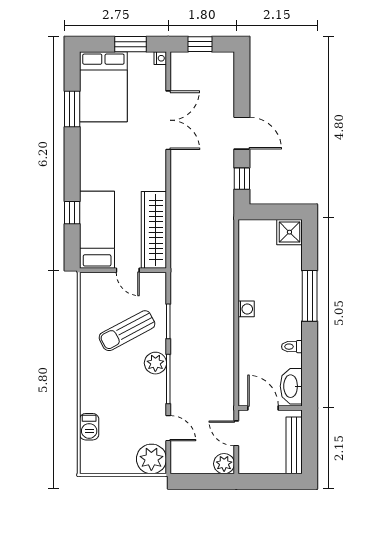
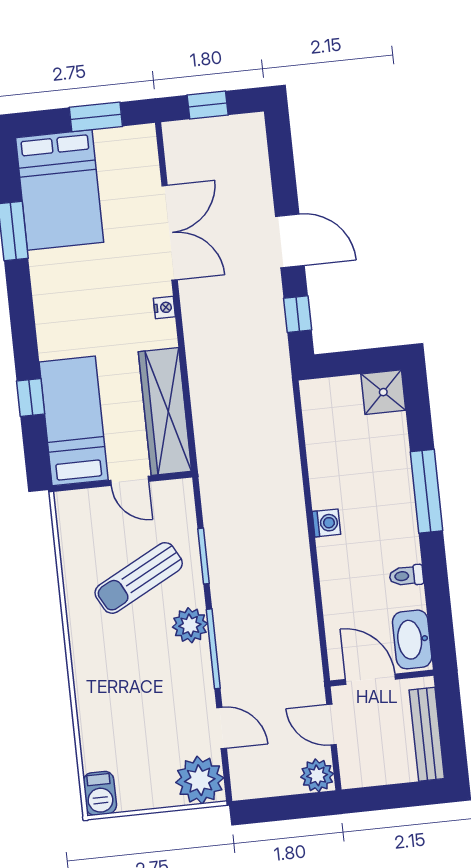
nightstand: (160, 58) -> (164, 307), moved
barbecue: (89, 427) -> (100, 793), moved

